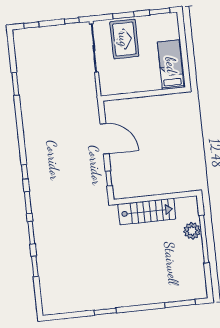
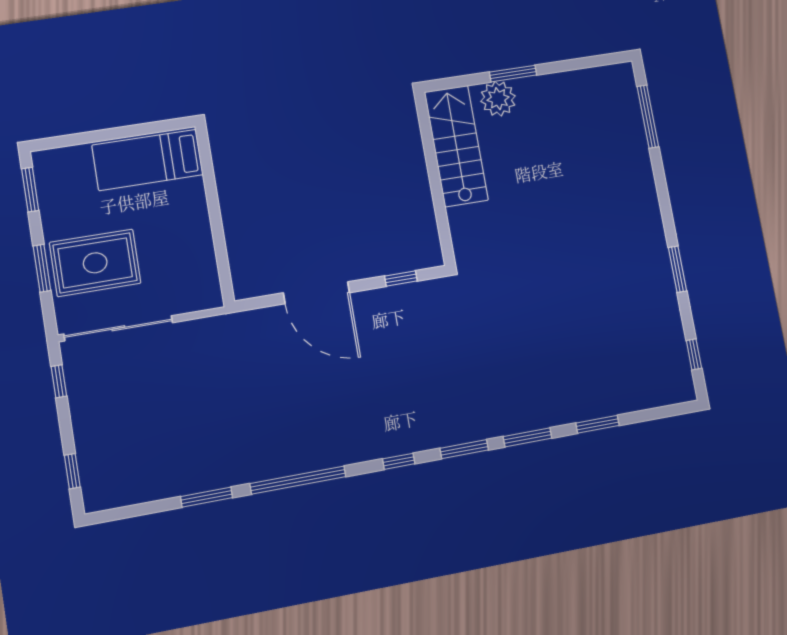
window: (20, 125) -> (298, 480), added
door: (105, 139) -> (316, 293), swing flipped
stairs: (147, 212) -> (456, 146), moved
window: (204, 239) -> (513, 73), width x0.47
window: (64, 316) -> (694, 354), added

